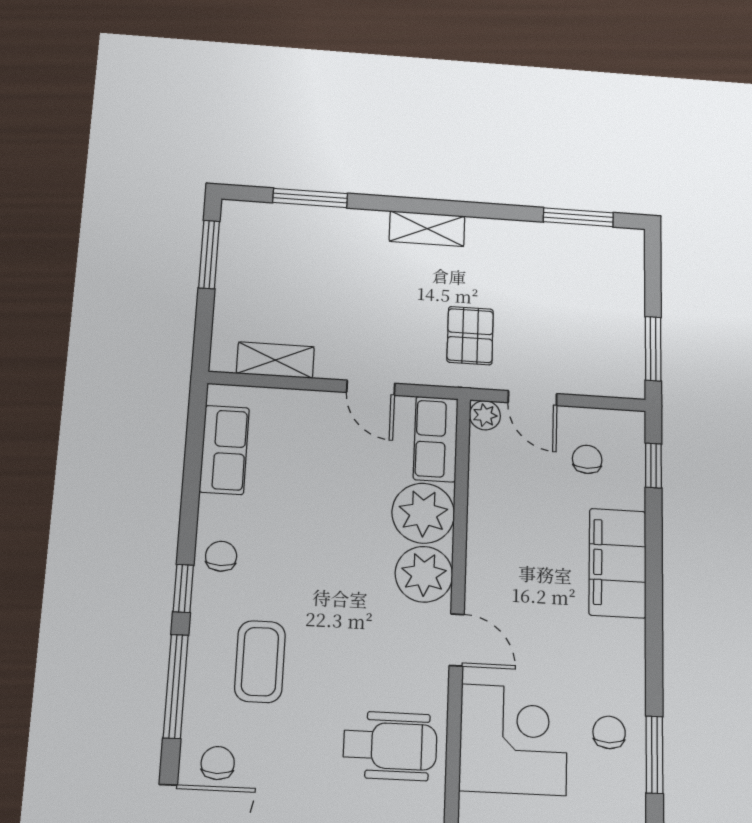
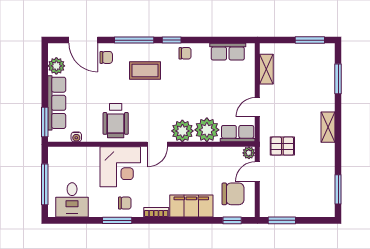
chair: (587, 459) -> (233, 194), width x1.87, depth x1.87
bookcase: (633, 652) -> (156, 212), added

